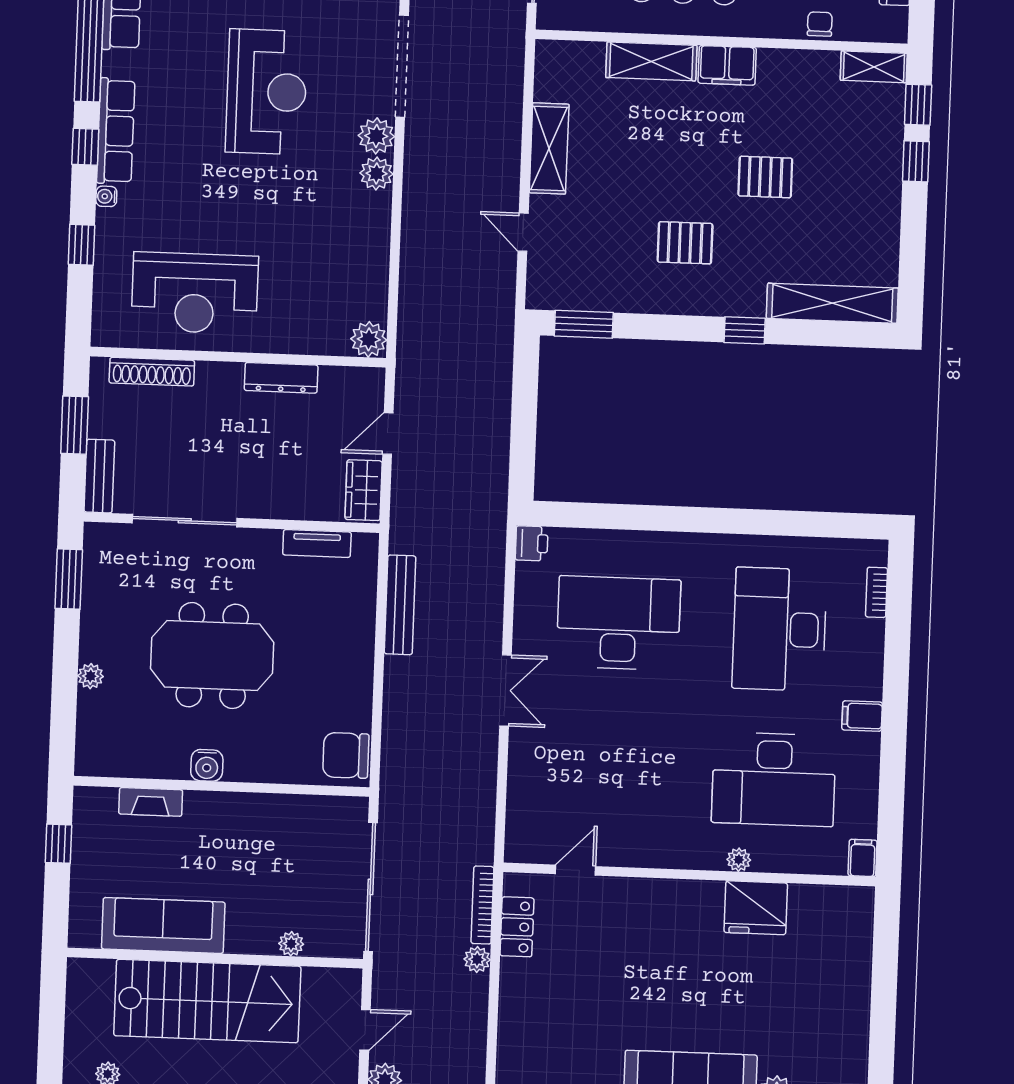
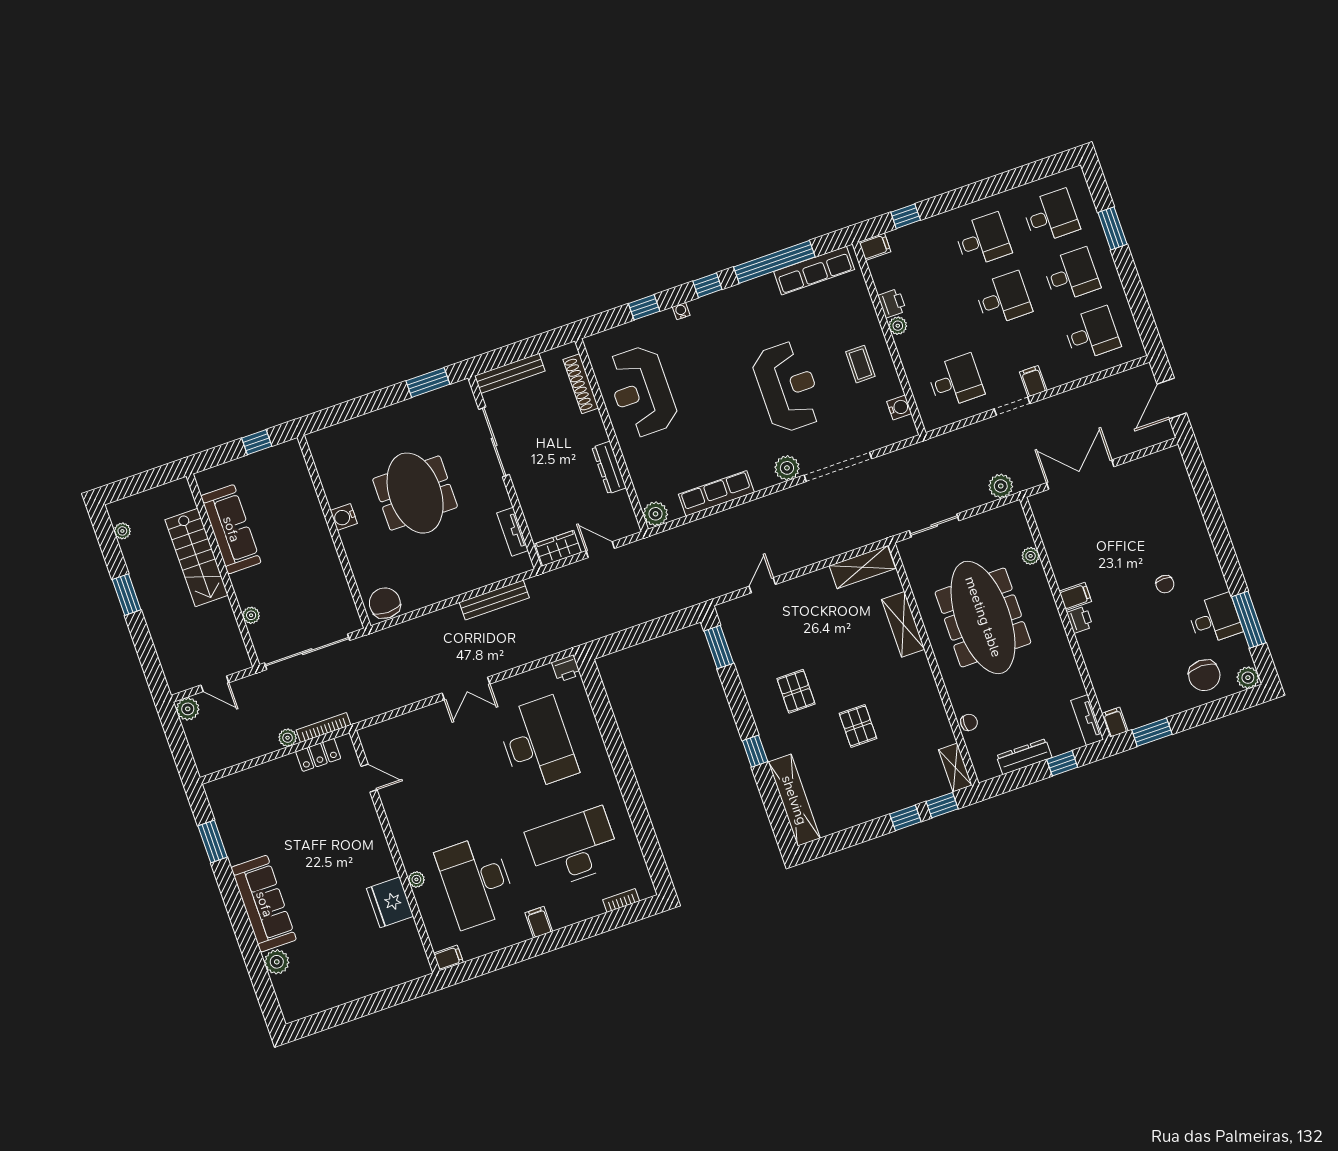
filing cabinet: (727, 65) -> (920, 674), removed
reception desk: (267, 92) -> (788, 387), turned -90
row of seats: (116, 131) -> (716, 493), moved, turned 180
shelving: (549, 148) -> (862, 567), moved
plant: (376, 173) -> (763, 477), removed
window: (75, 425) -> (528, 348), removed
bench: (99, 476) -> (510, 373), width x1.36
plant: (91, 676) -> (372, 421), removed
fireplace: (151, 802) -> (306, 490), removed
stairs: (207, 1001) -> (197, 557), width x0.73, depth x0.66

